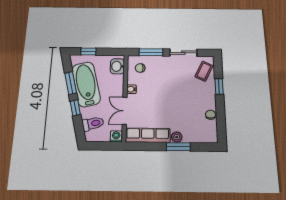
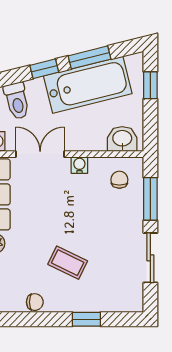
coffee table: (204, 71) -> (68, 263), moved

